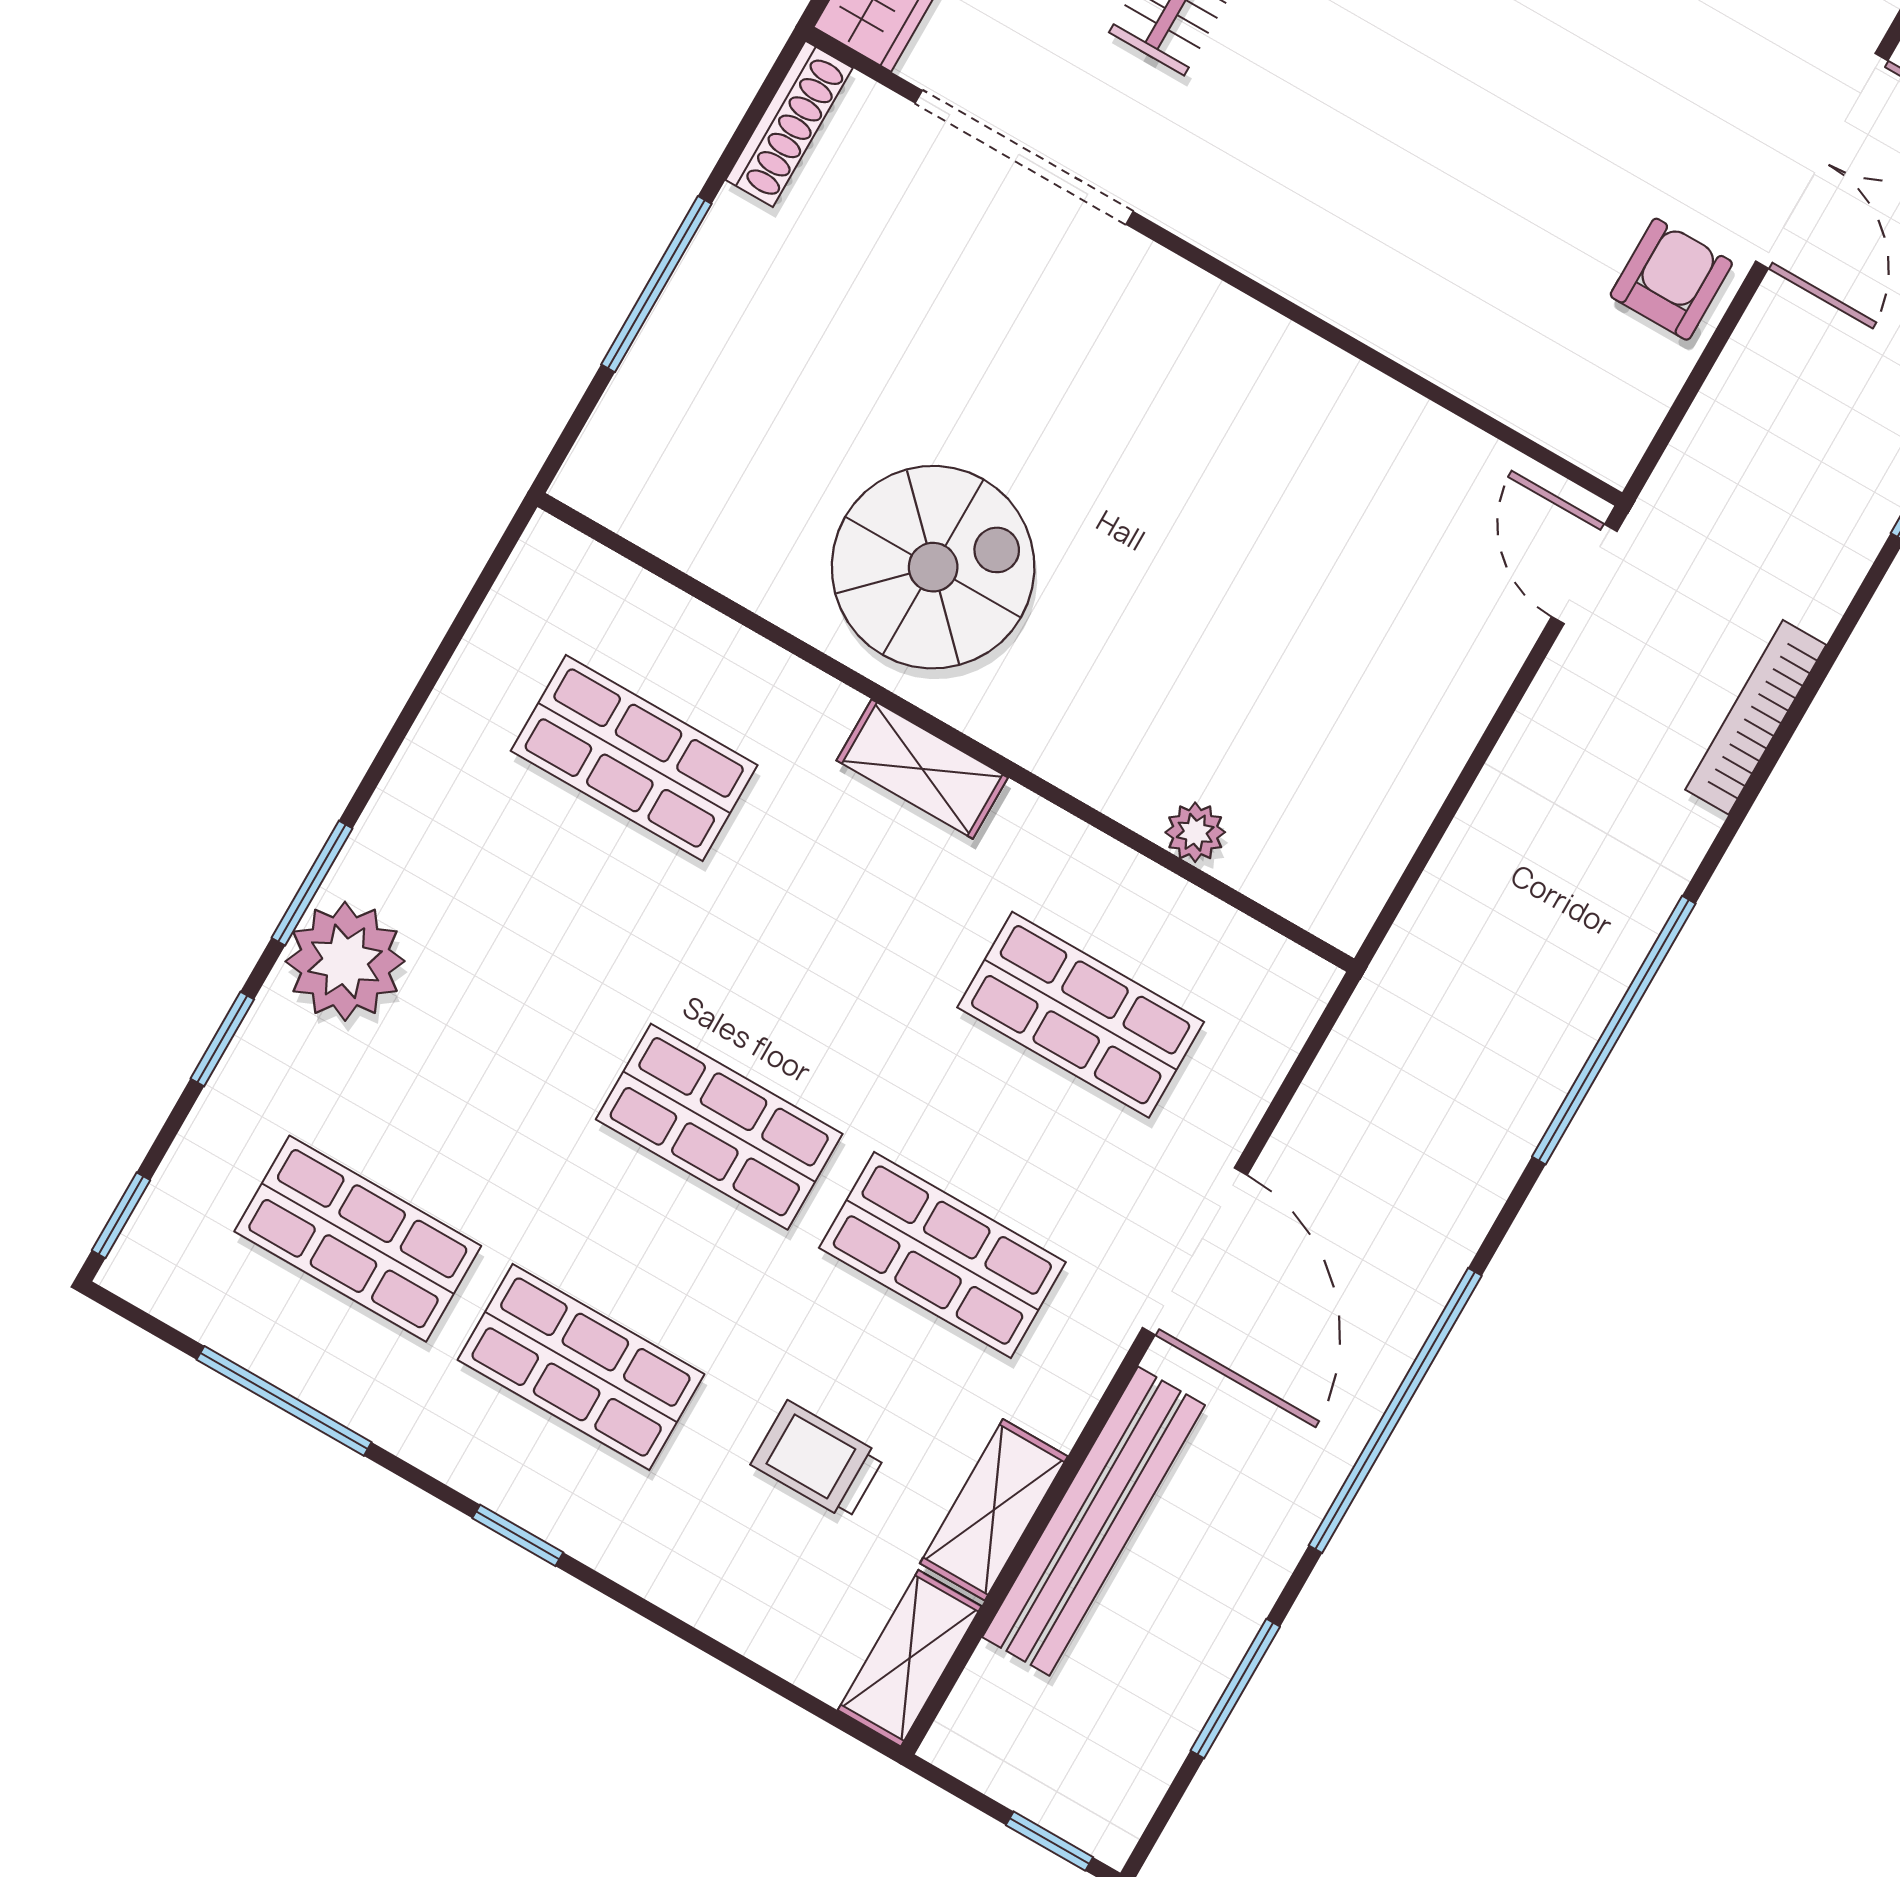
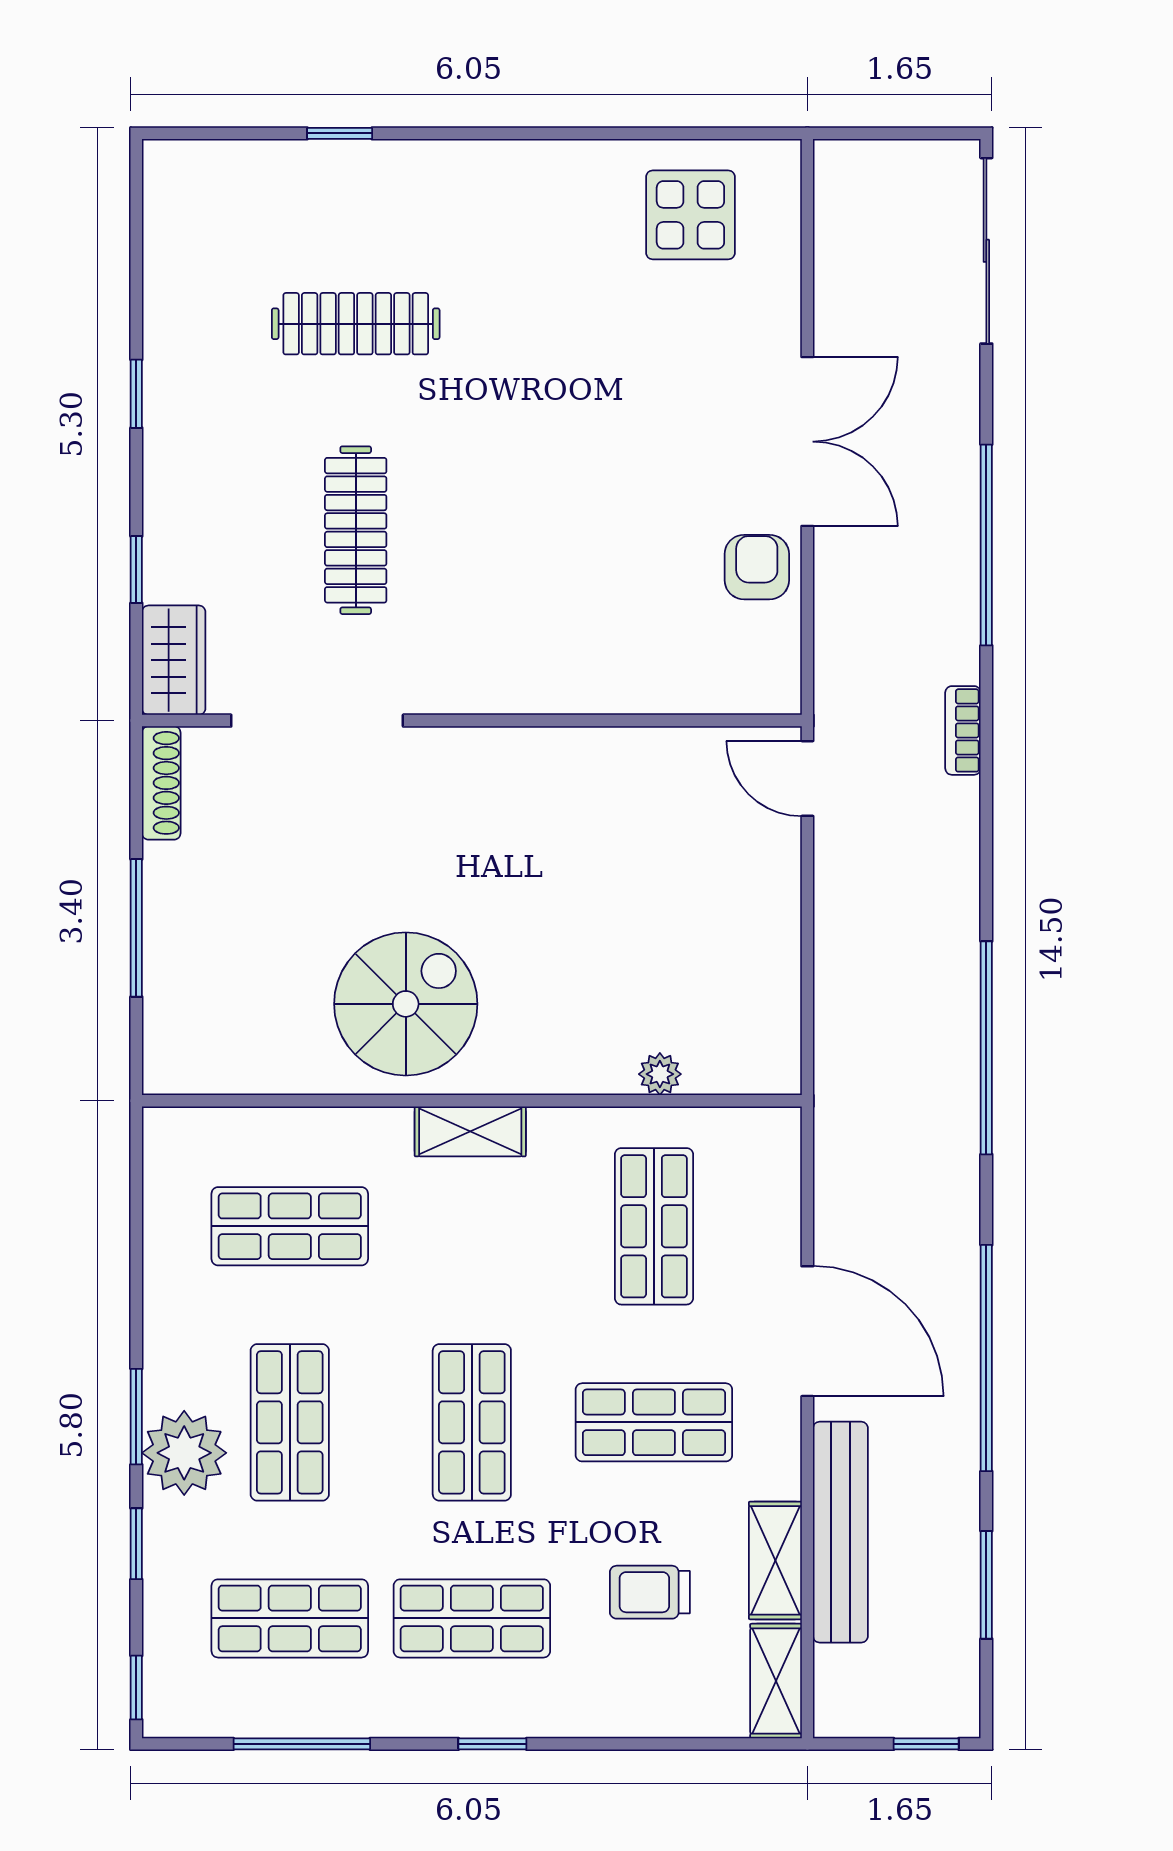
bookcase: (1756, 717) -> (963, 730), moved, width x0.64
shop shelf: (496, 998) -> (290, 1422), added
shop shelf: (1081, 1015) -> (654, 1226), turned 90
shop shelf: (719, 1127) -> (472, 1422), turned 90

